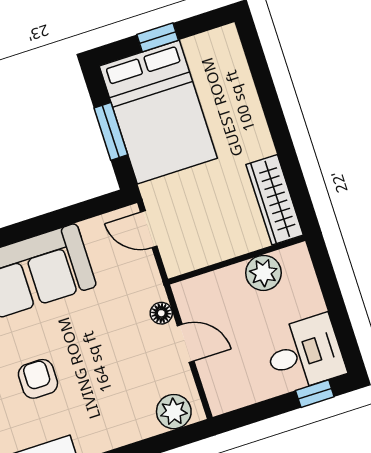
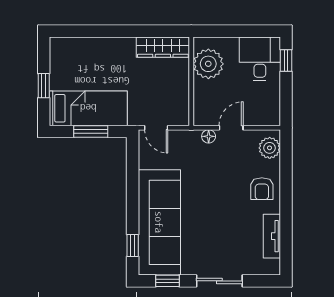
bed: (158, 112) -> (88, 108), width x0.67
door: (149, 229) -> (156, 128), hinge flipped
plant: (263, 273) -> (208, 64), width x1.36, depth x1.36
armchair: (38, 379) -> (262, 189), moved, turned -90

